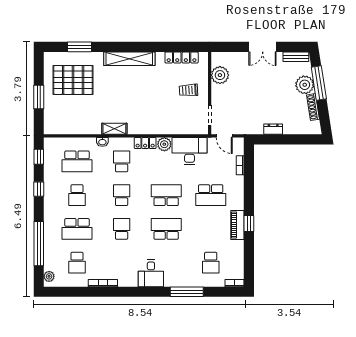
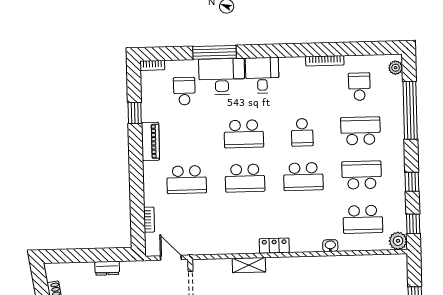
shelving: (114, 129) -> (249, 265), moved
plant: (164, 144) -> (398, 241), moved
desk: (189, 151) -> (222, 76), moved, turned 180
school desk: (77, 161) -> (363, 219), turned 180
school desk: (122, 161) -> (304, 221), removed
school desk: (77, 195) -> (362, 175), width x1.85
school desk: (122, 195) -> (303, 177), width x1.85
school desk: (211, 195) -> (187, 180), turned 180
window: (249, 223) -> (135, 113), moved

